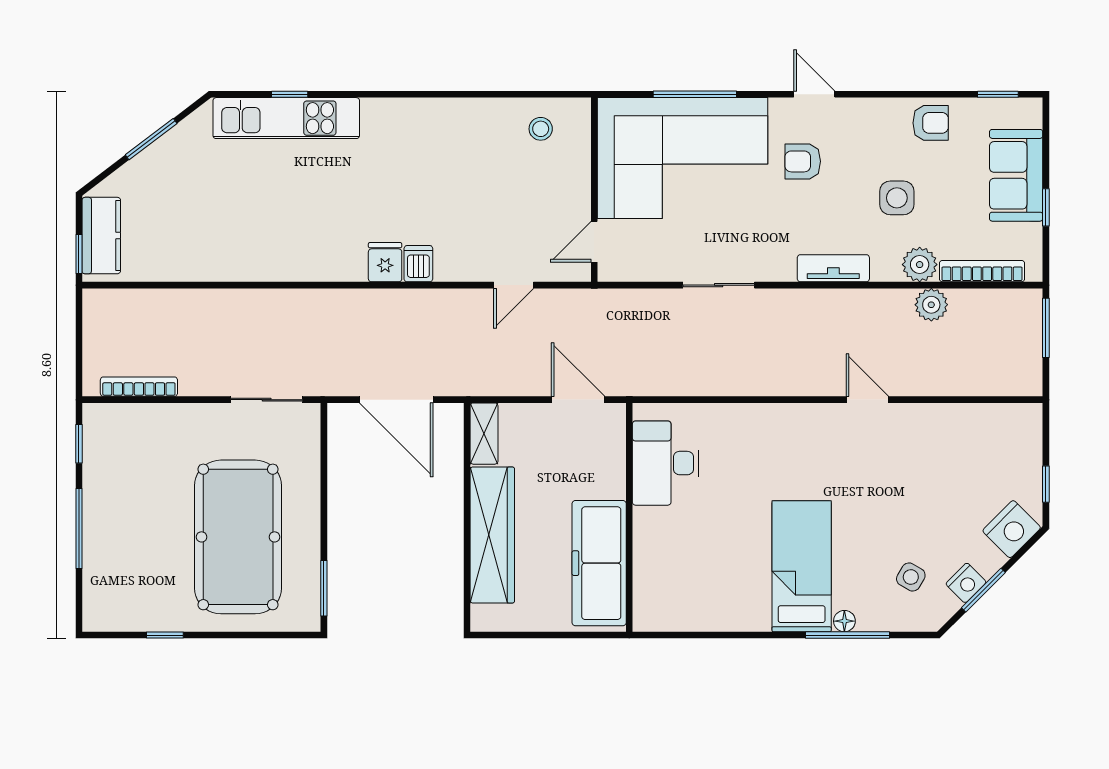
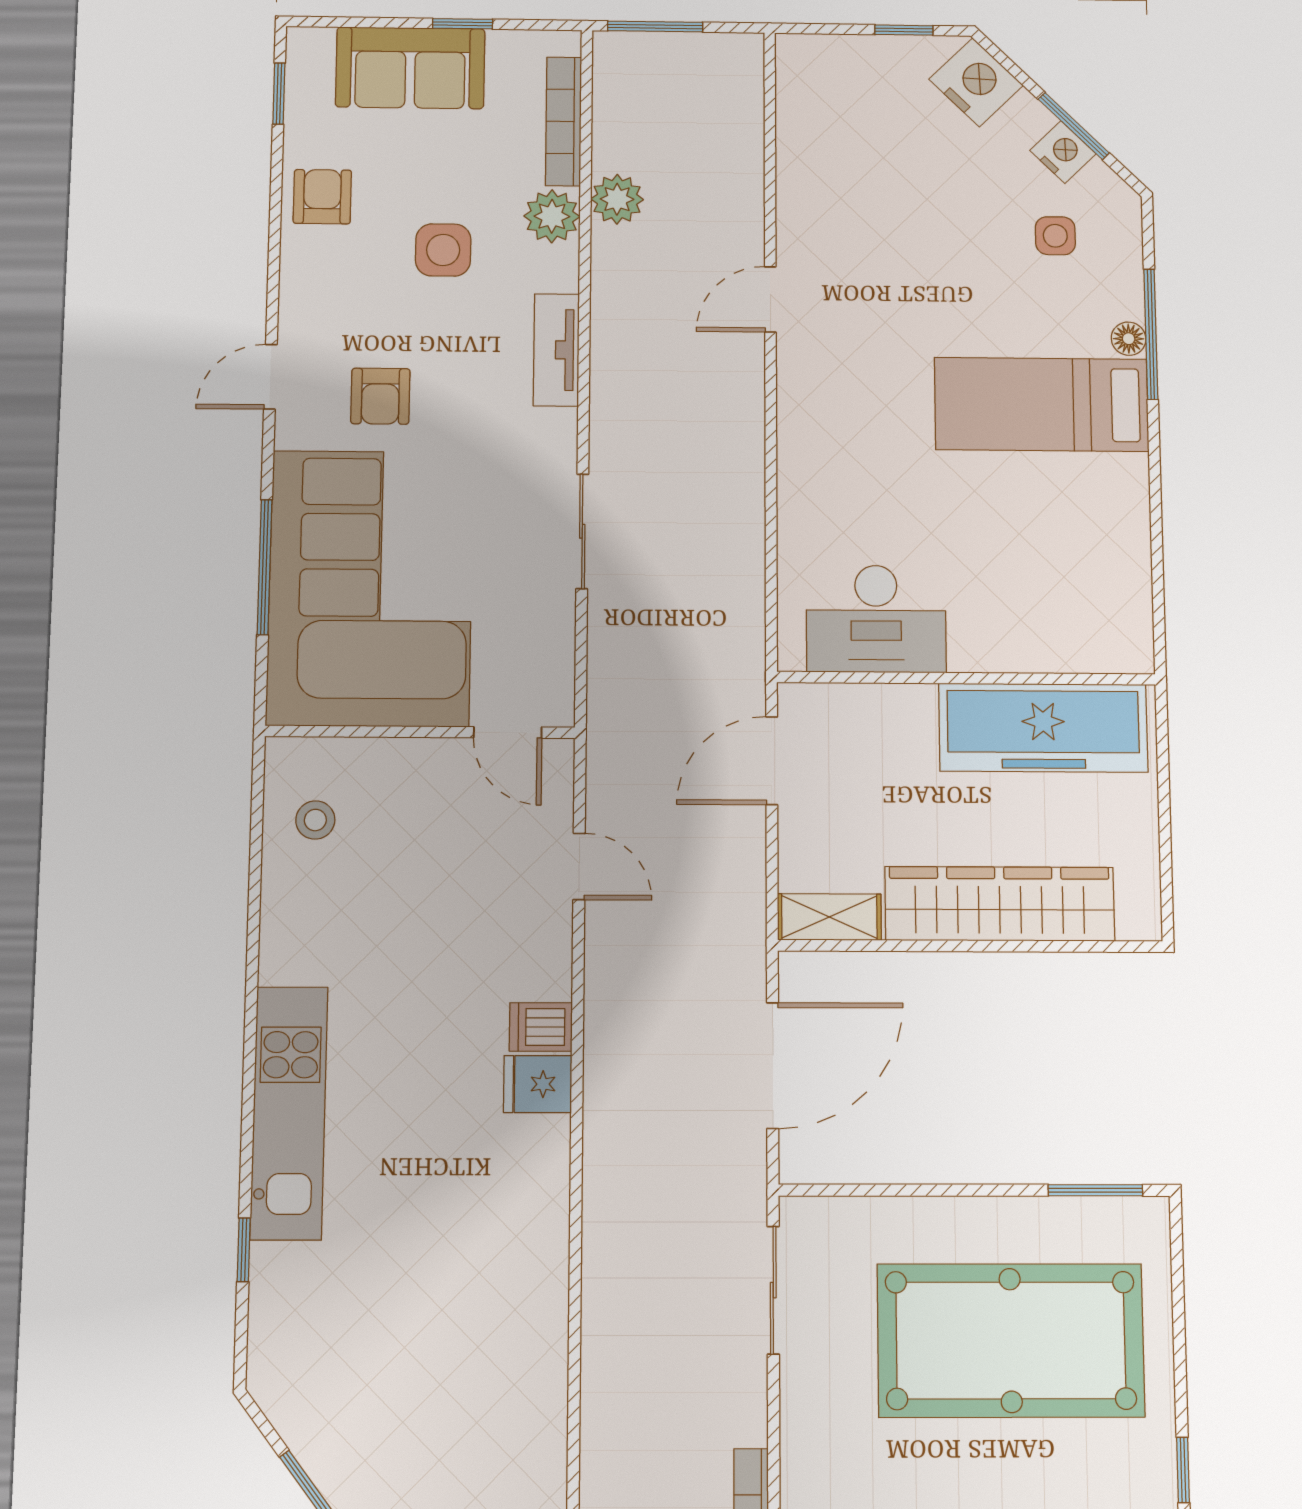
kitchen unit: (286, 118) -> (289, 1113), moved
side table: (911, 577) -> (1055, 236), turned -30

